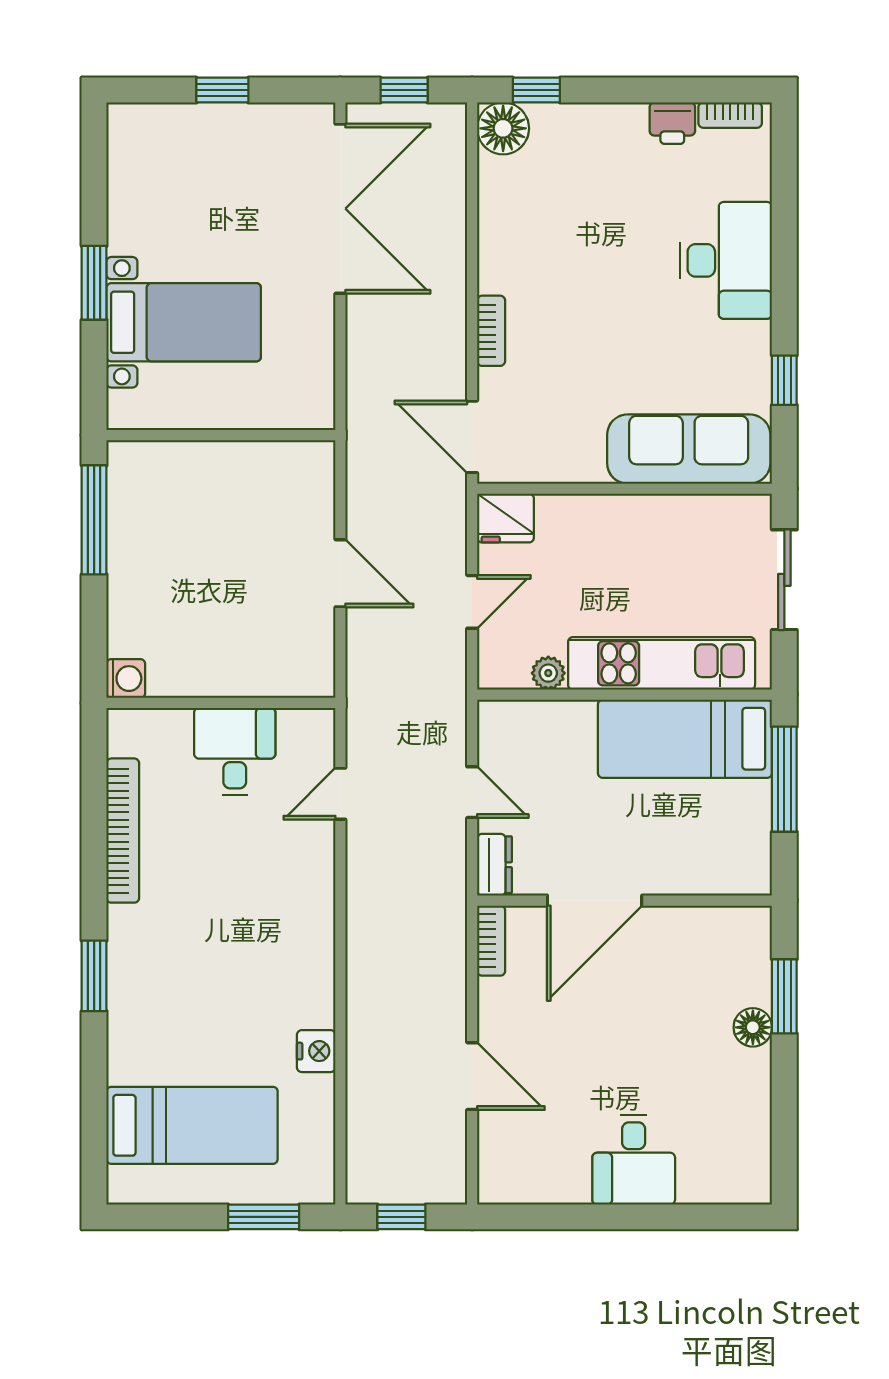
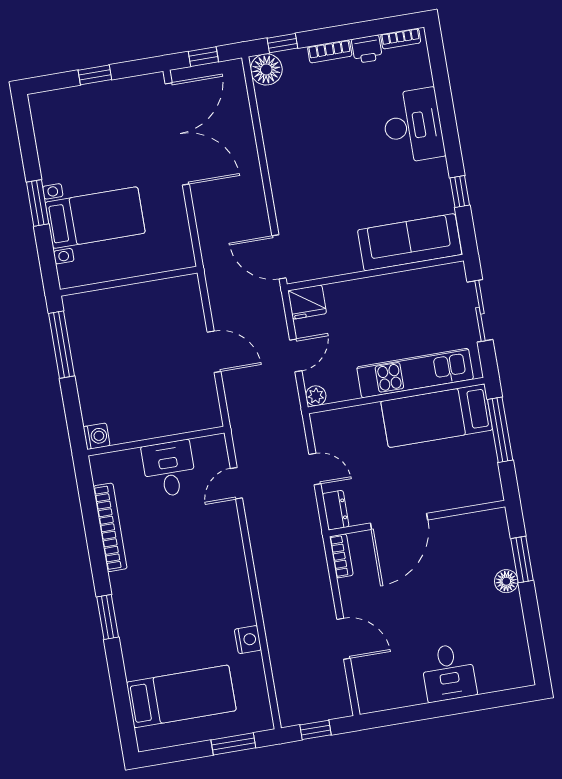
bookcase: (491, 331) -> (330, 51), moved, turned 90
plant: (548, 673) -> (316, 396), moved

